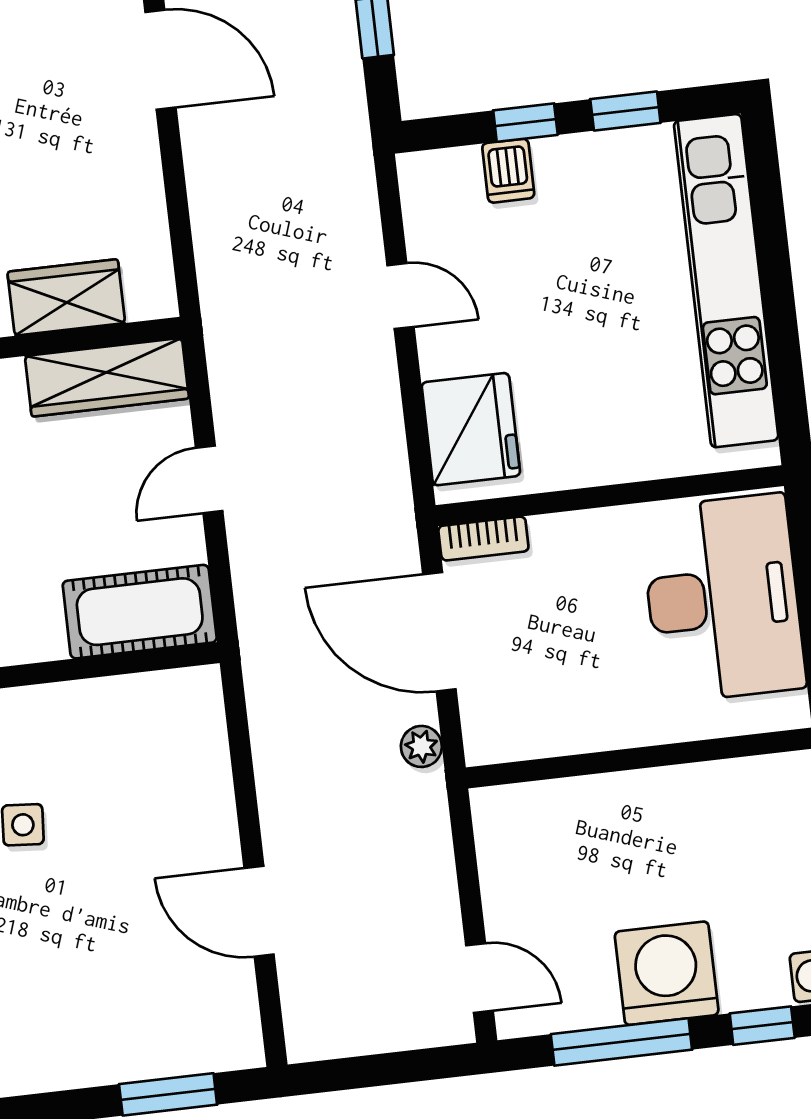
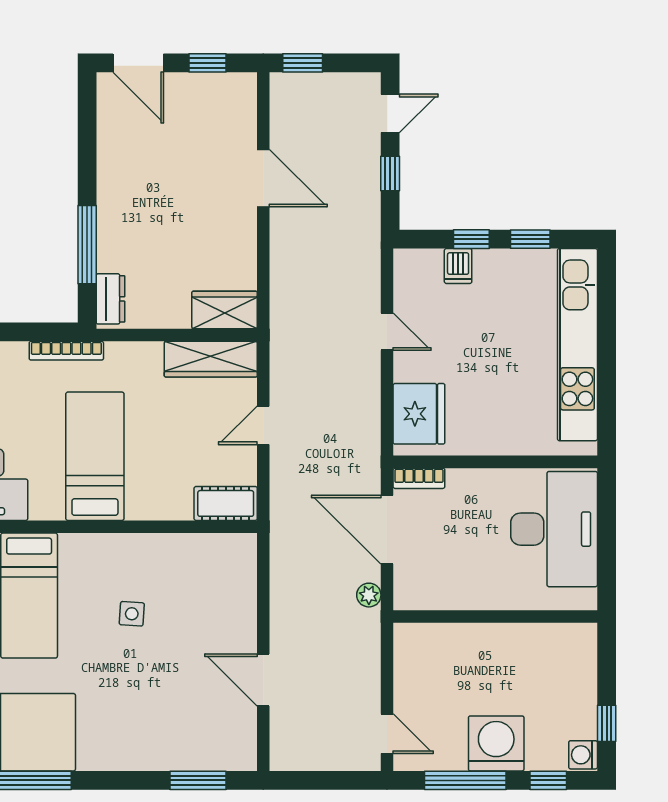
wardrobe: (66, 297) -> (225, 310), moved
cot: (140, 612) -> (226, 503), width x0.73, depth x0.75

